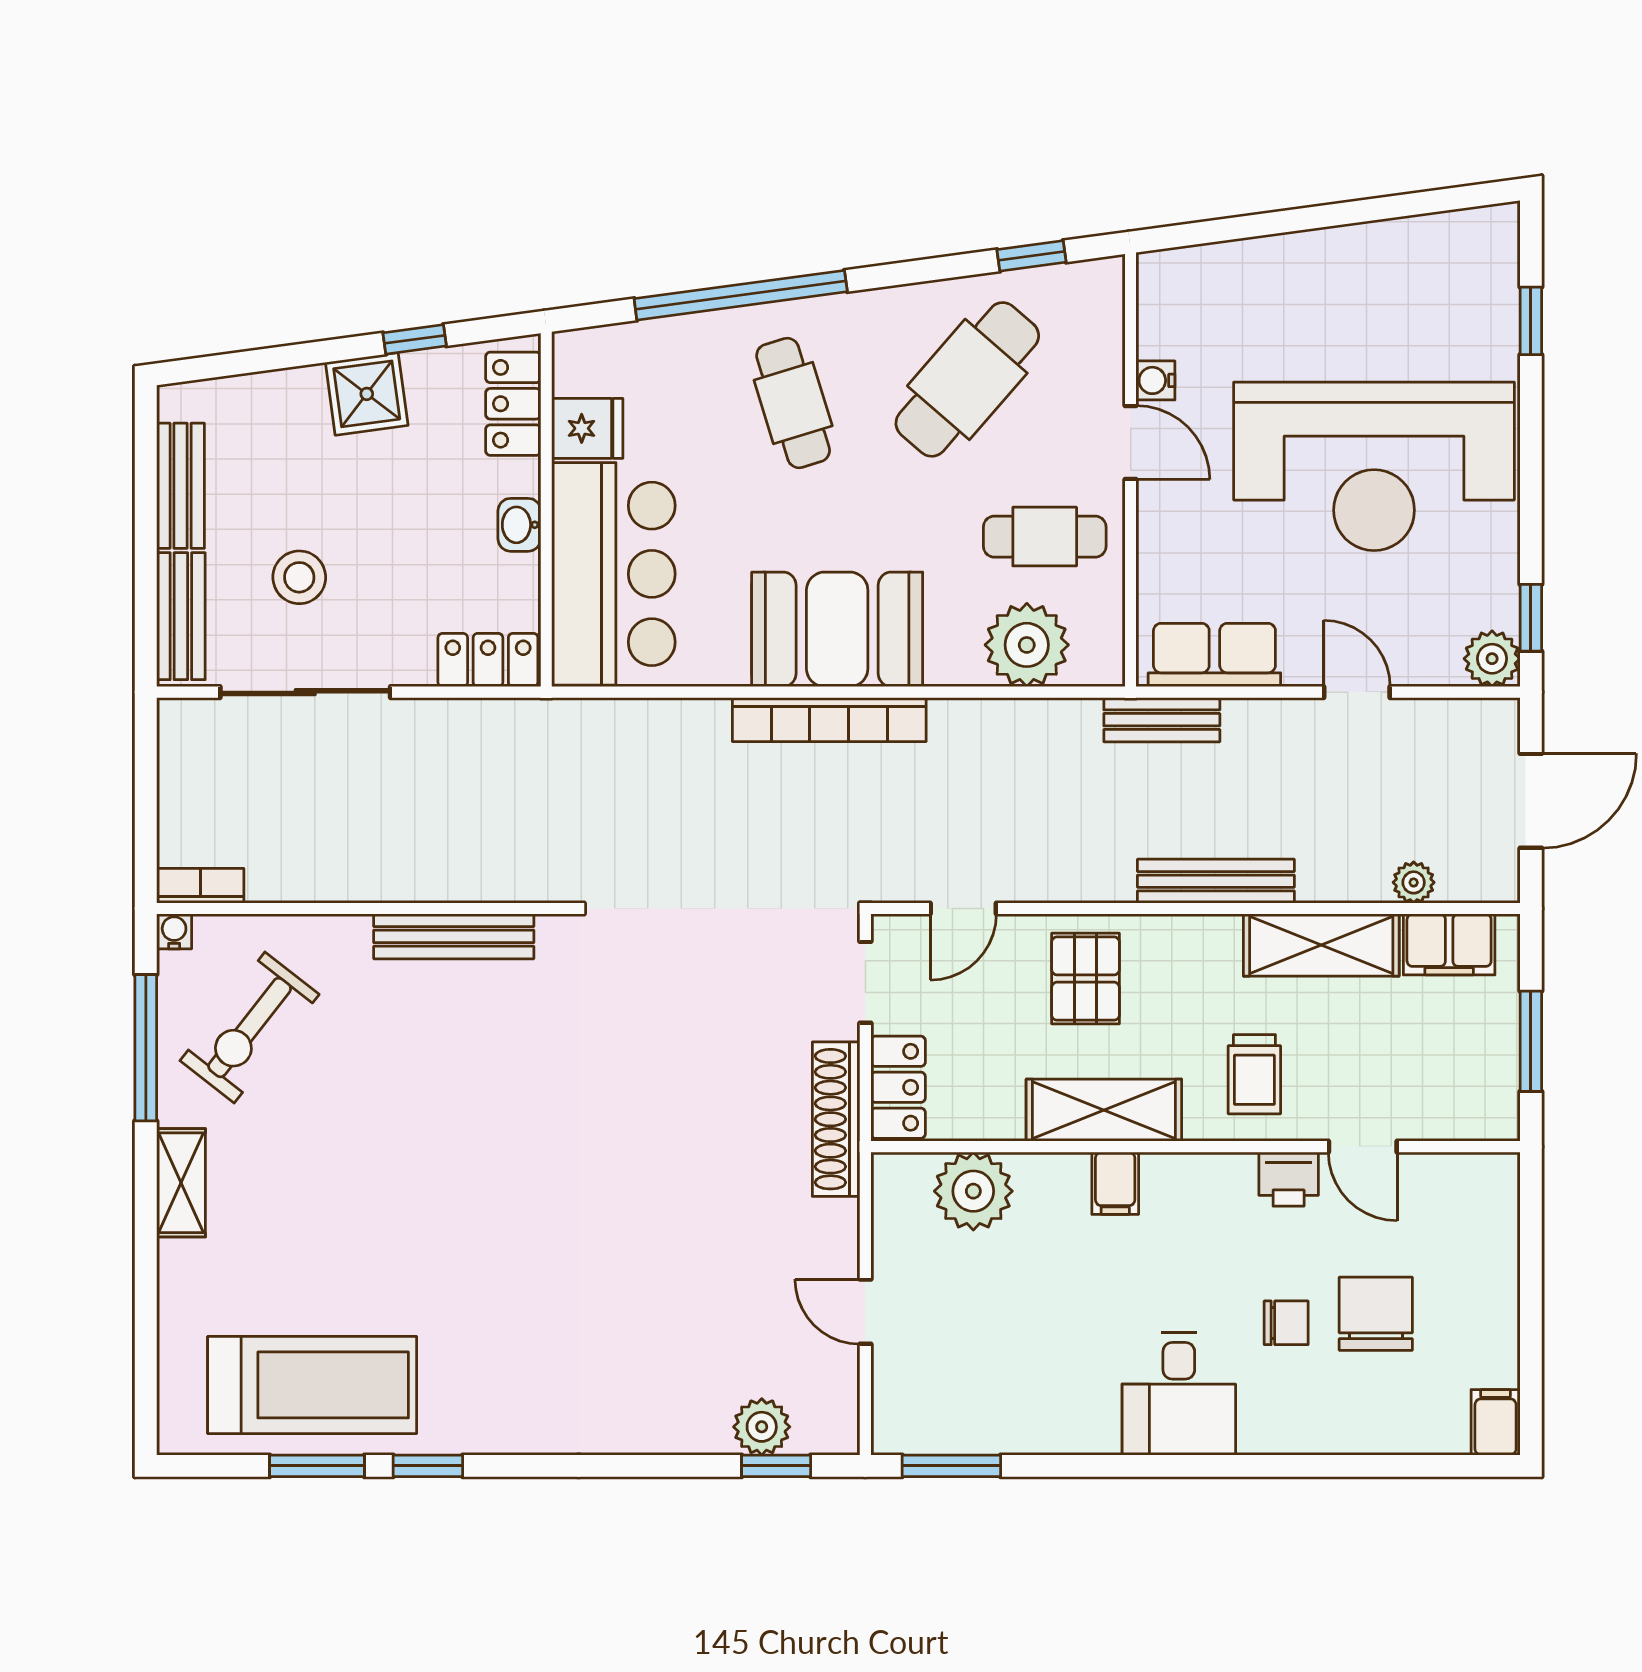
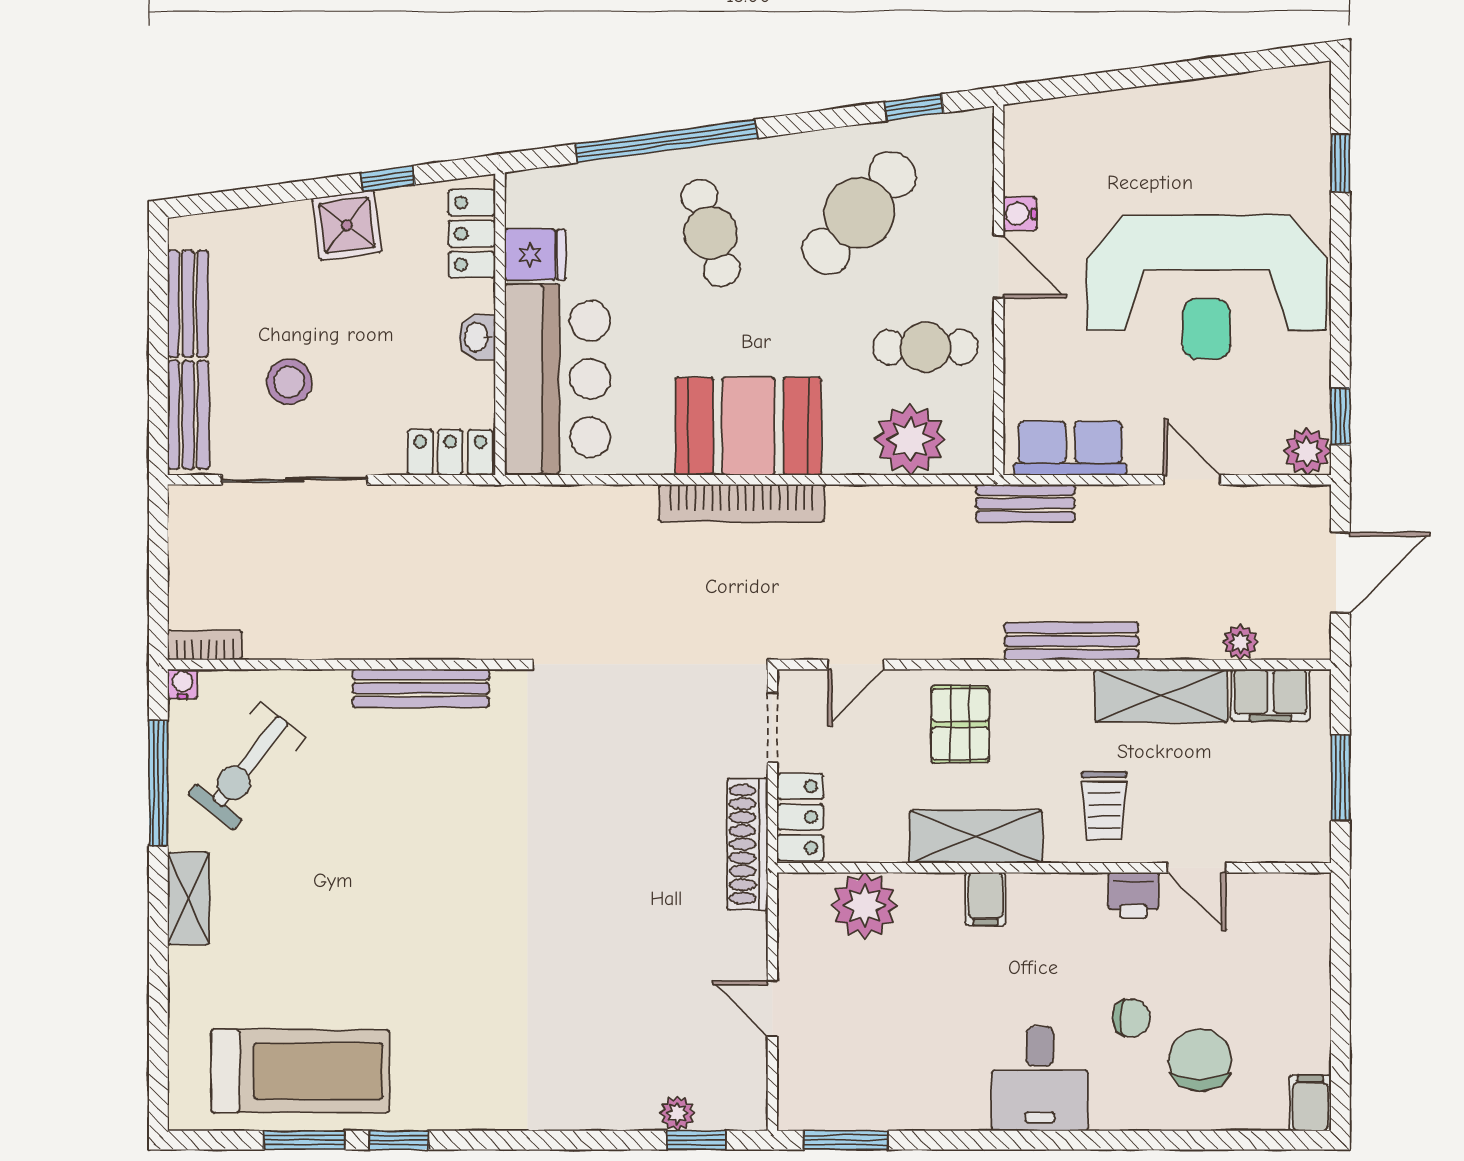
chair: (1376, 1314) -> (1200, 1060), moved
plant: (762, 1427) -> (677, 1113), width x0.73, depth x0.73

